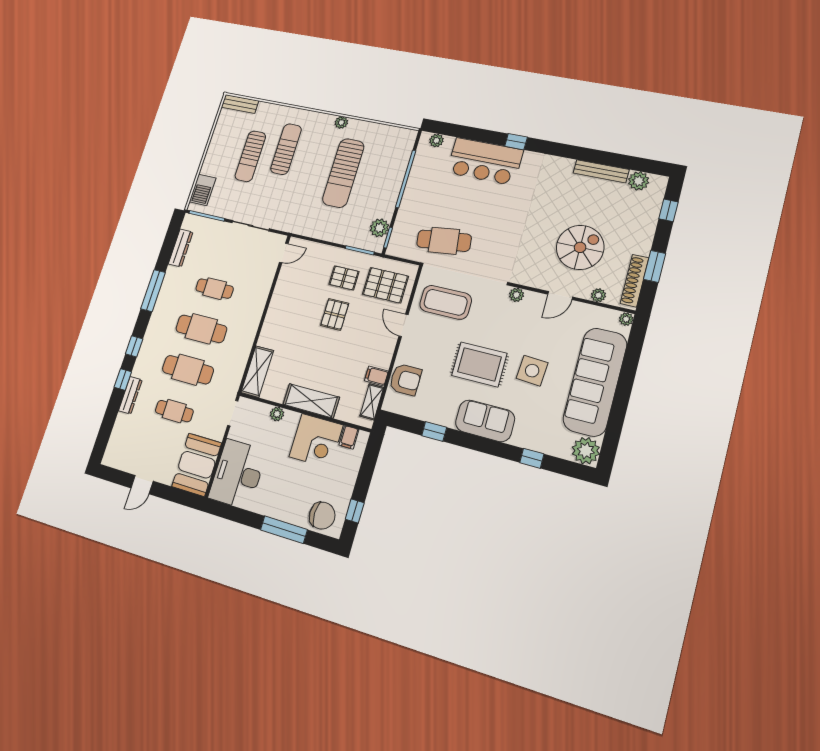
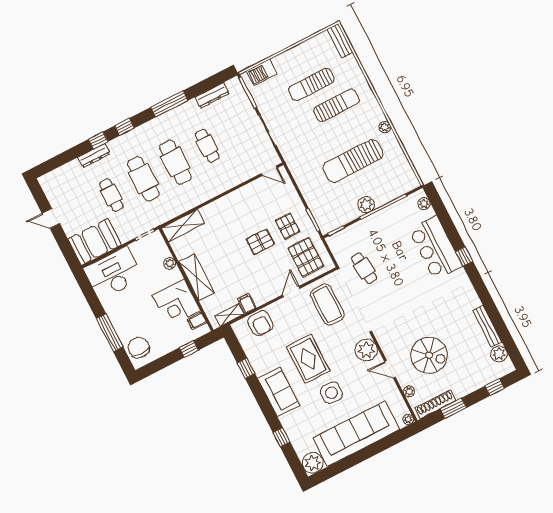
plant: (379, 228) -> (366, 205), moved
cafe table: (444, 241) -> (364, 268), width x0.73, depth x0.74
plant: (516, 295) -> (366, 350), width x1.87, depth x1.87
window: (355, 511) -> (189, 349), moved
chair: (322, 516) -> (139, 348), turned 180

